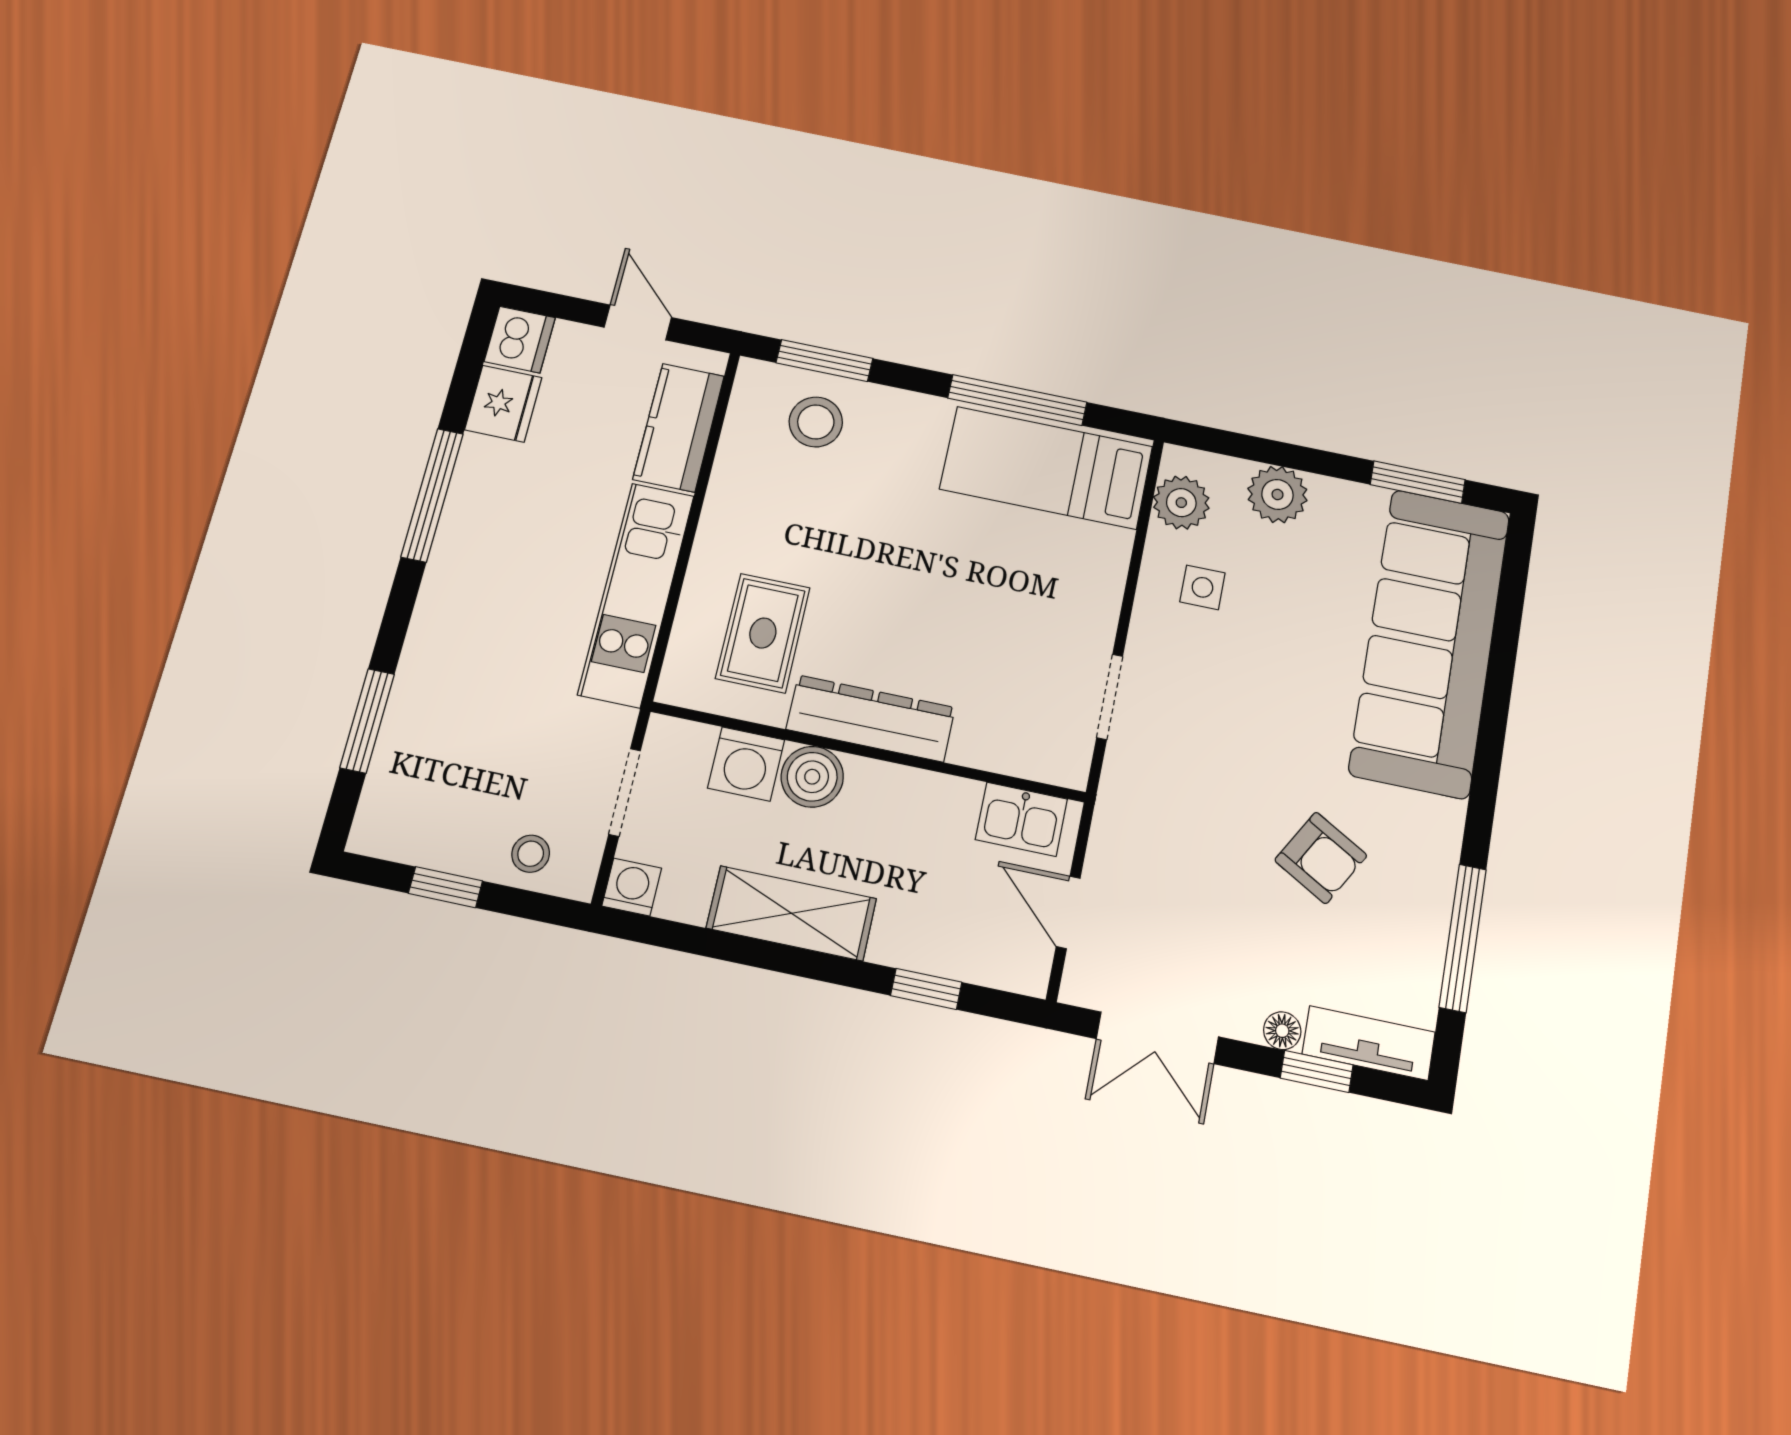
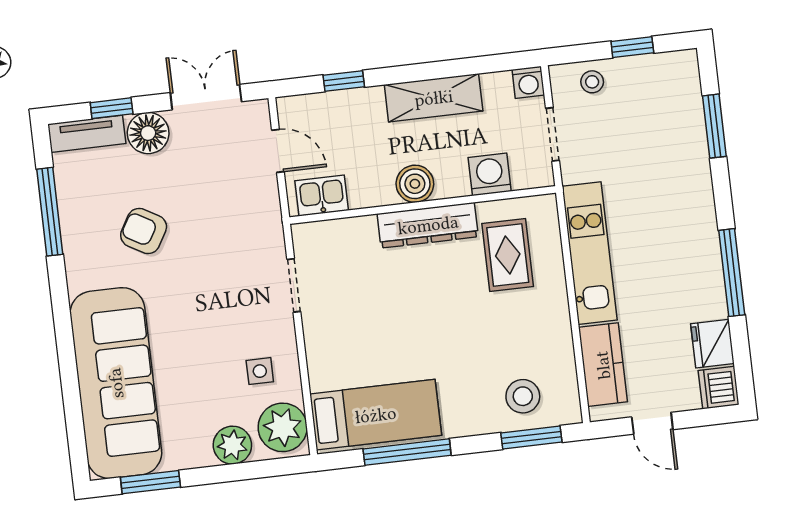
plant: (1181, 503) -> (283, 427), width x1.36, depth x1.36
boiler: (812, 777) -> (415, 184), moved
floor lamp: (1282, 1031) -> (148, 133), width x1.89, depth x1.89

